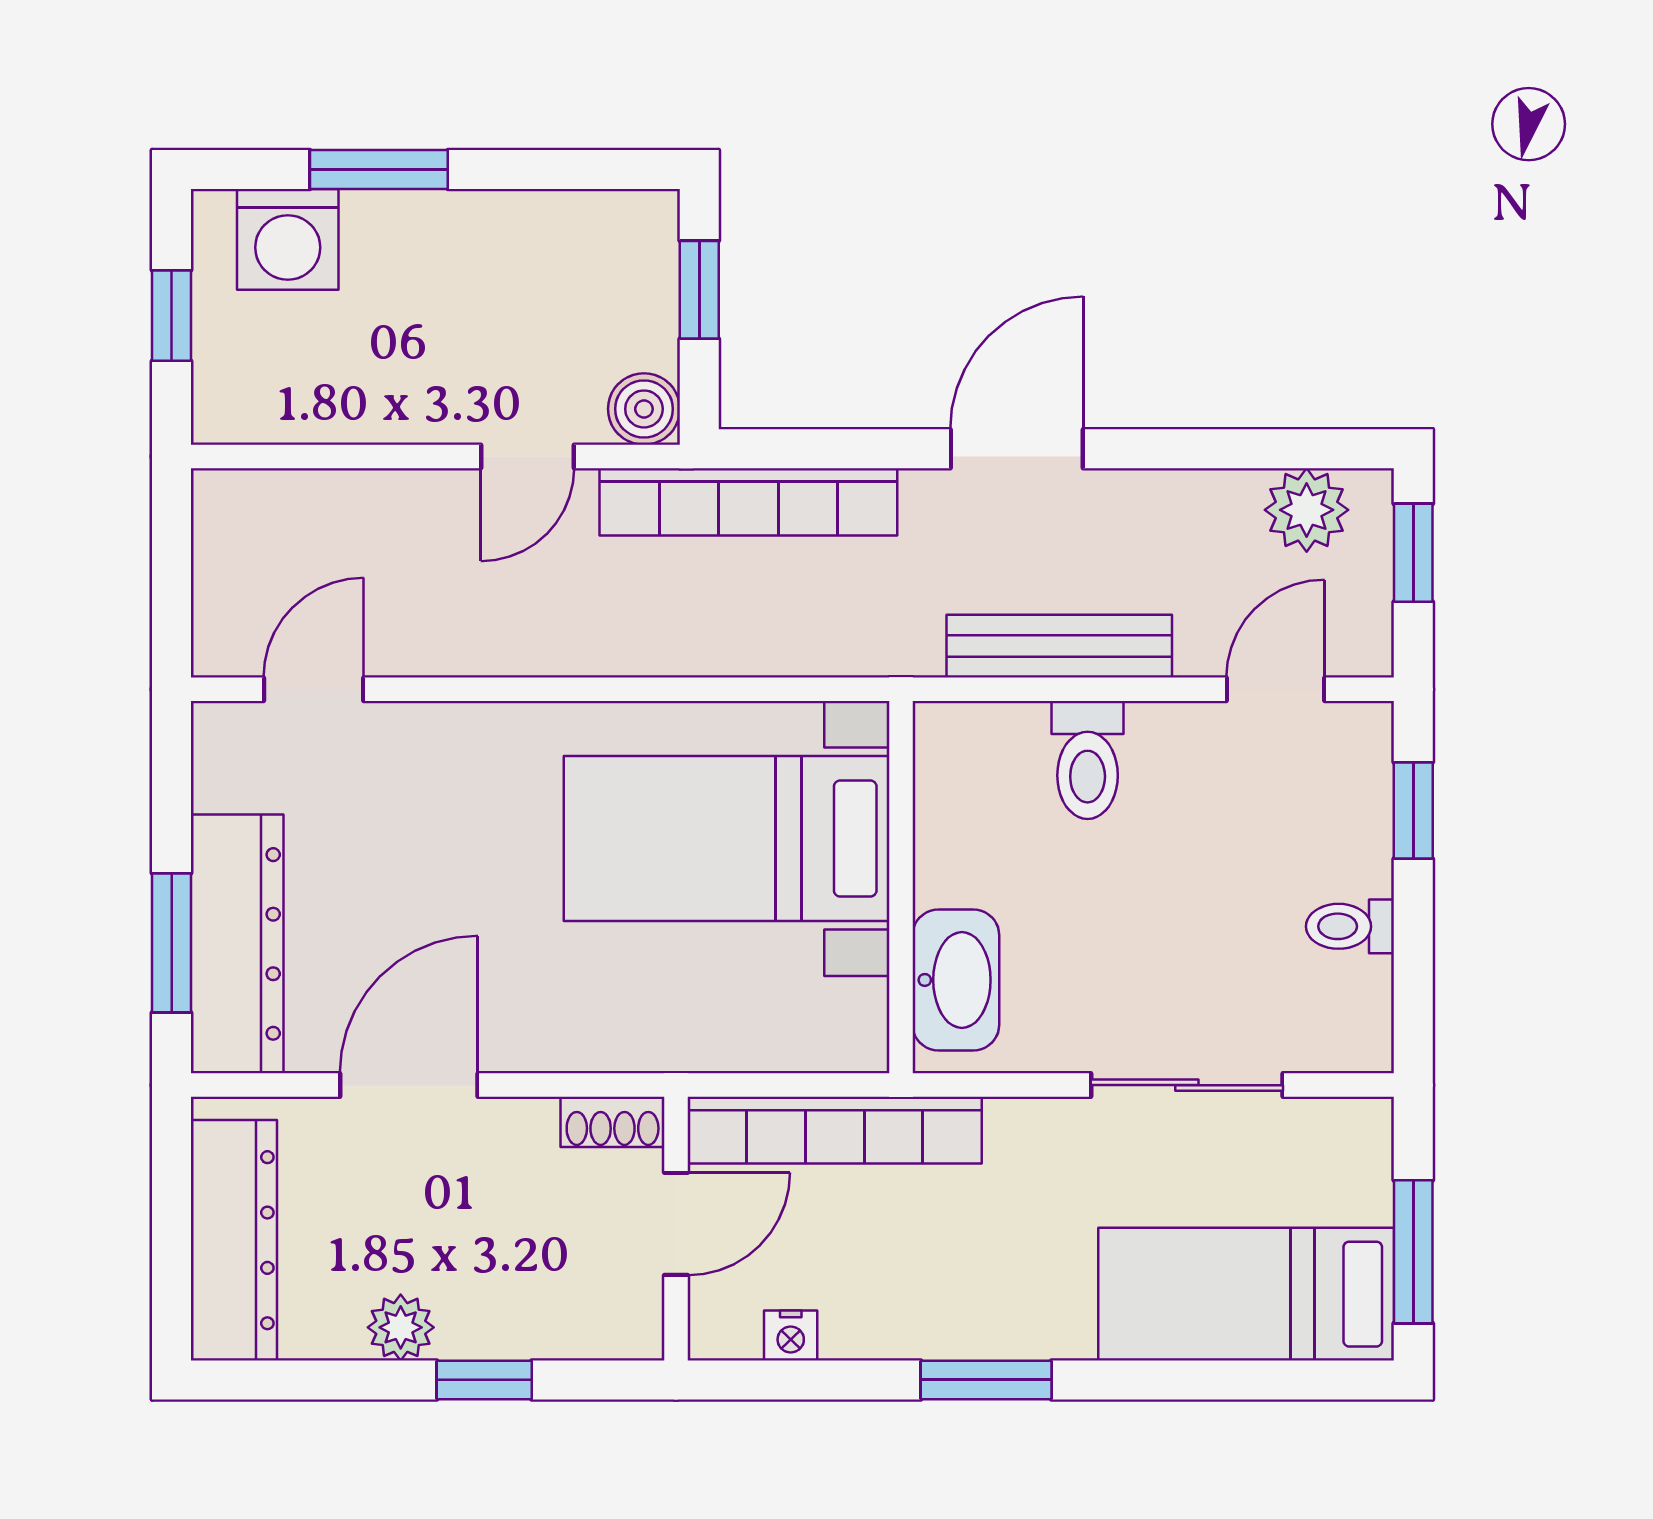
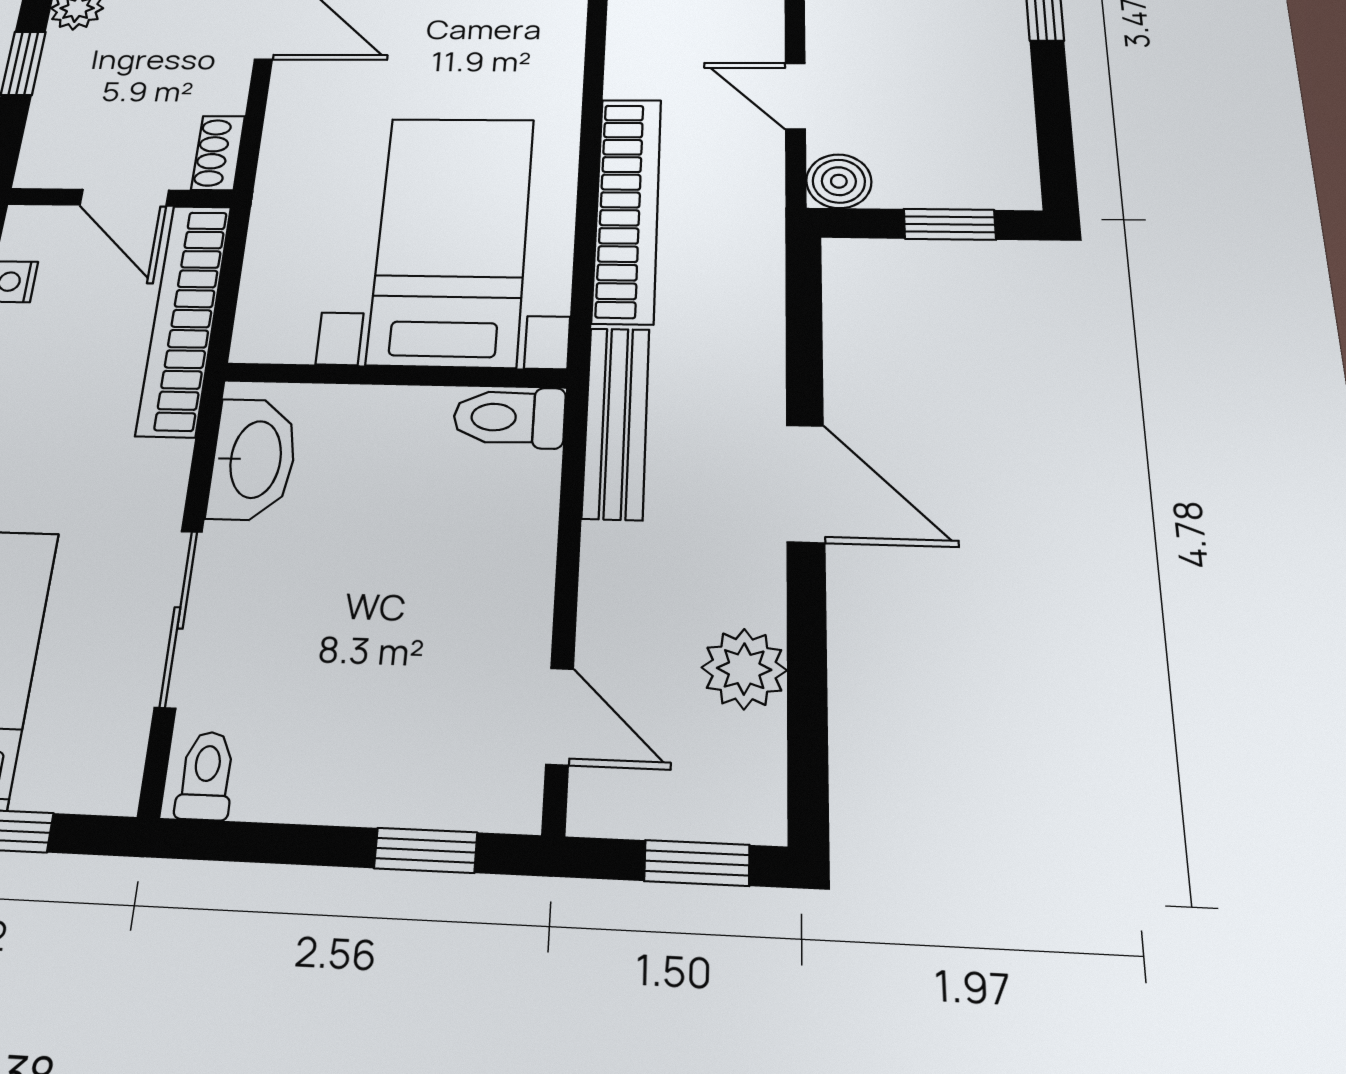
bookcase: (748, 502) -> (627, 209), moved, turned 180
plant: (1307, 510) -> (744, 669), moved
bench: (1059, 646) -> (616, 422), moved
toilet: (1088, 760) -> (509, 417), moved
toilet: (1350, 926) -> (206, 776), moved
washbasin: (956, 980) -> (253, 459), moved, turned -90

